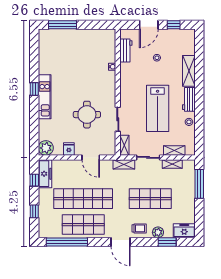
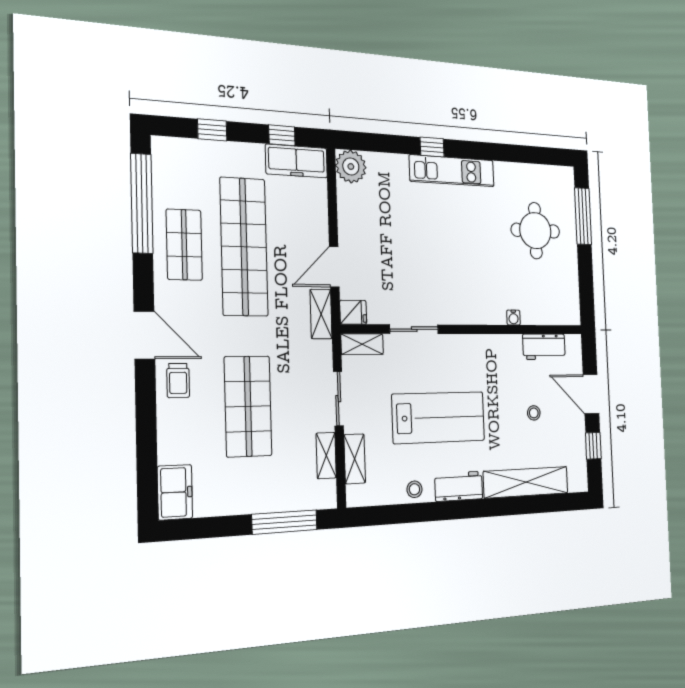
shelving: (189, 71) -> (526, 482), width x1.47
window: (34, 89) -> (432, 147), moved
lab bench: (158, 108) -> (439, 417), turned 180
round table: (87, 115) -> (535, 231), moved
fridge: (69, 149) -> (353, 312), moved
shelving: (124, 164) -> (321, 314), moved
shop shelf: (83, 225) -> (184, 245), width x0.70, depth x0.74
plant: (158, 232) -> (170, 427), removed
door: (121, 242) -> (144, 335), swing flipped
window: (167, 242) -> (147, 451), removed

